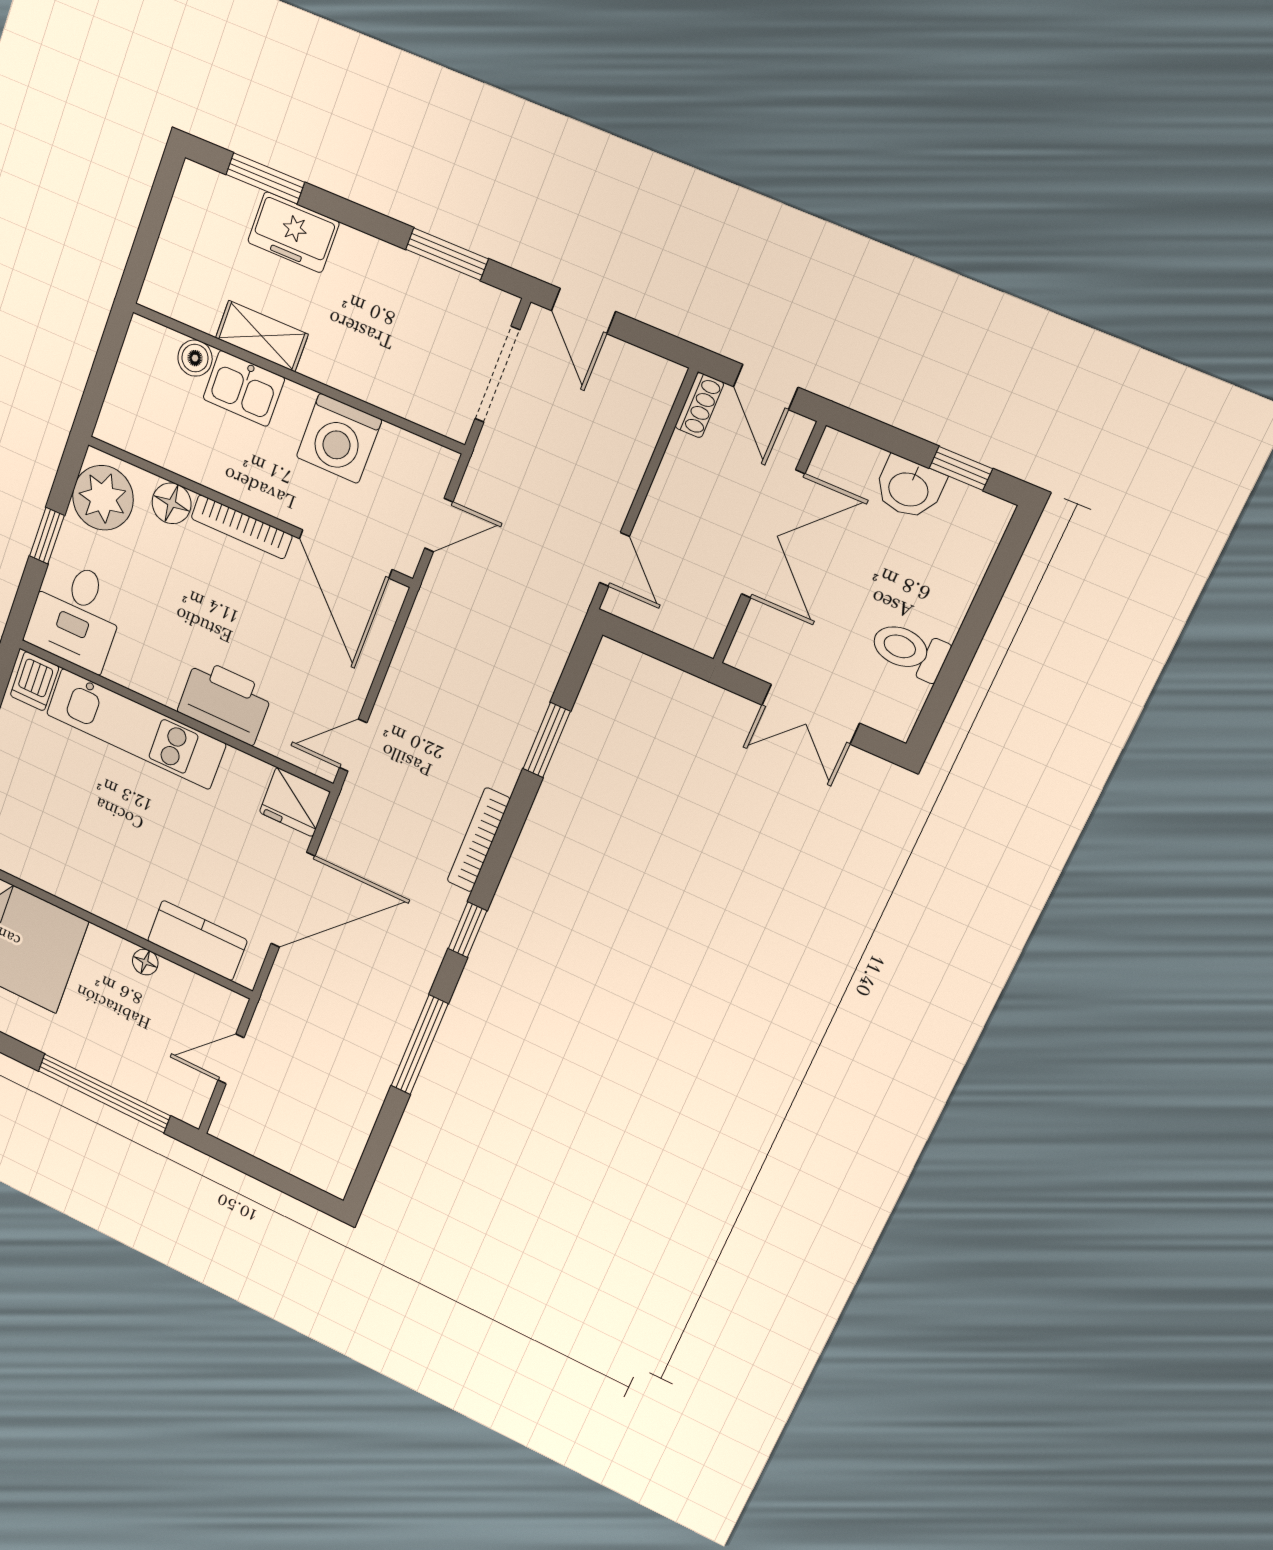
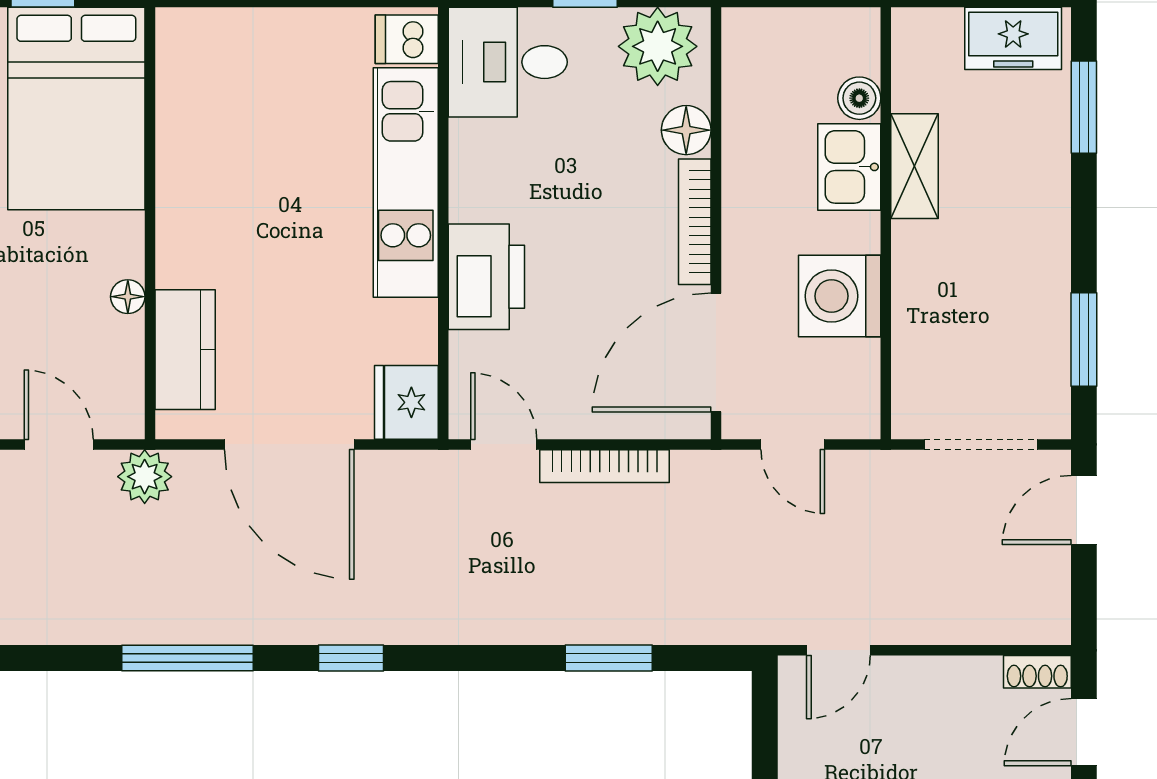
freezer: (293, 232) -> (1013, 38), moved, turned -90
bookcase: (478, 840) -> (605, 466), moved, turned 180
plant: (277, 1011) -> (145, 477), added

